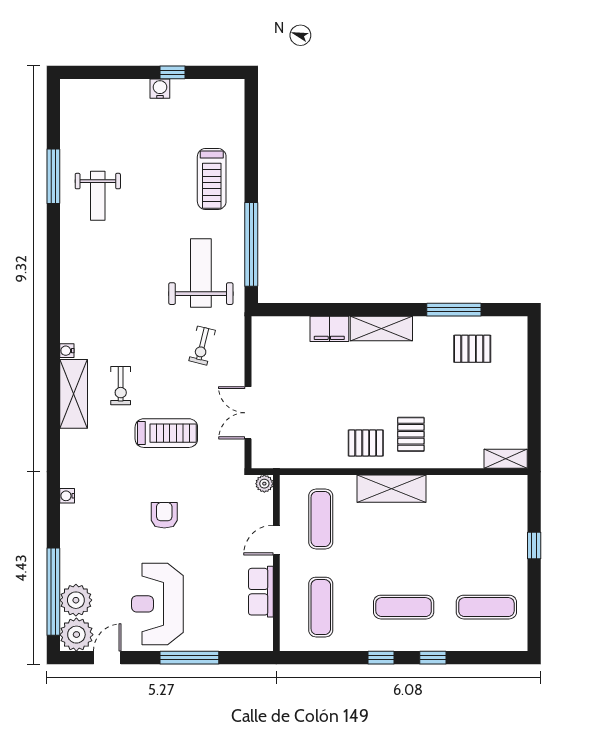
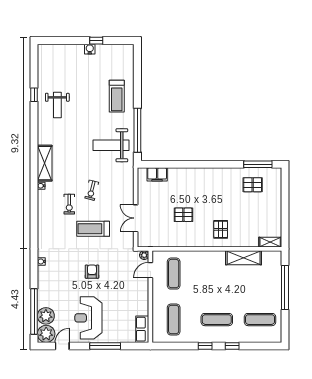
window: (53, 176) -> (34, 95), width x0.46
weight bench: (201, 273) -> (111, 145), turned -90
window: (454, 310) -> (258, 164), moved
filing cabinet: (329, 329) -> (157, 174), moved
shelving: (381, 329) -> (205, 174), removed
exercise bike: (202, 346) -> (92, 190), moved
shelving: (74, 394) -> (45, 163), moved
treadmill: (166, 433) -> (93, 229), turned 180
pallet: (366, 443) -> (183, 215), moved
shelving: (391, 489) -> (244, 258), moved
door: (276, 540) -> (150, 270), moved
window: (534, 546) -> (285, 287), width x3.17
row of seats: (261, 592) -> (142, 329), moved

